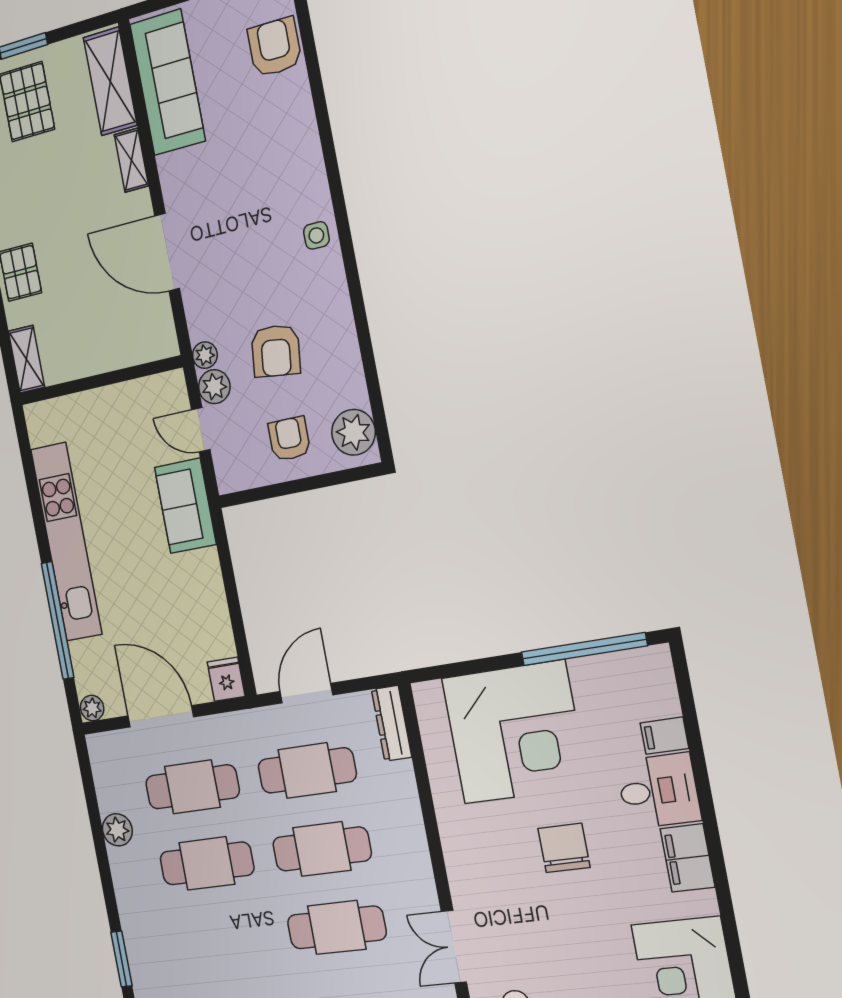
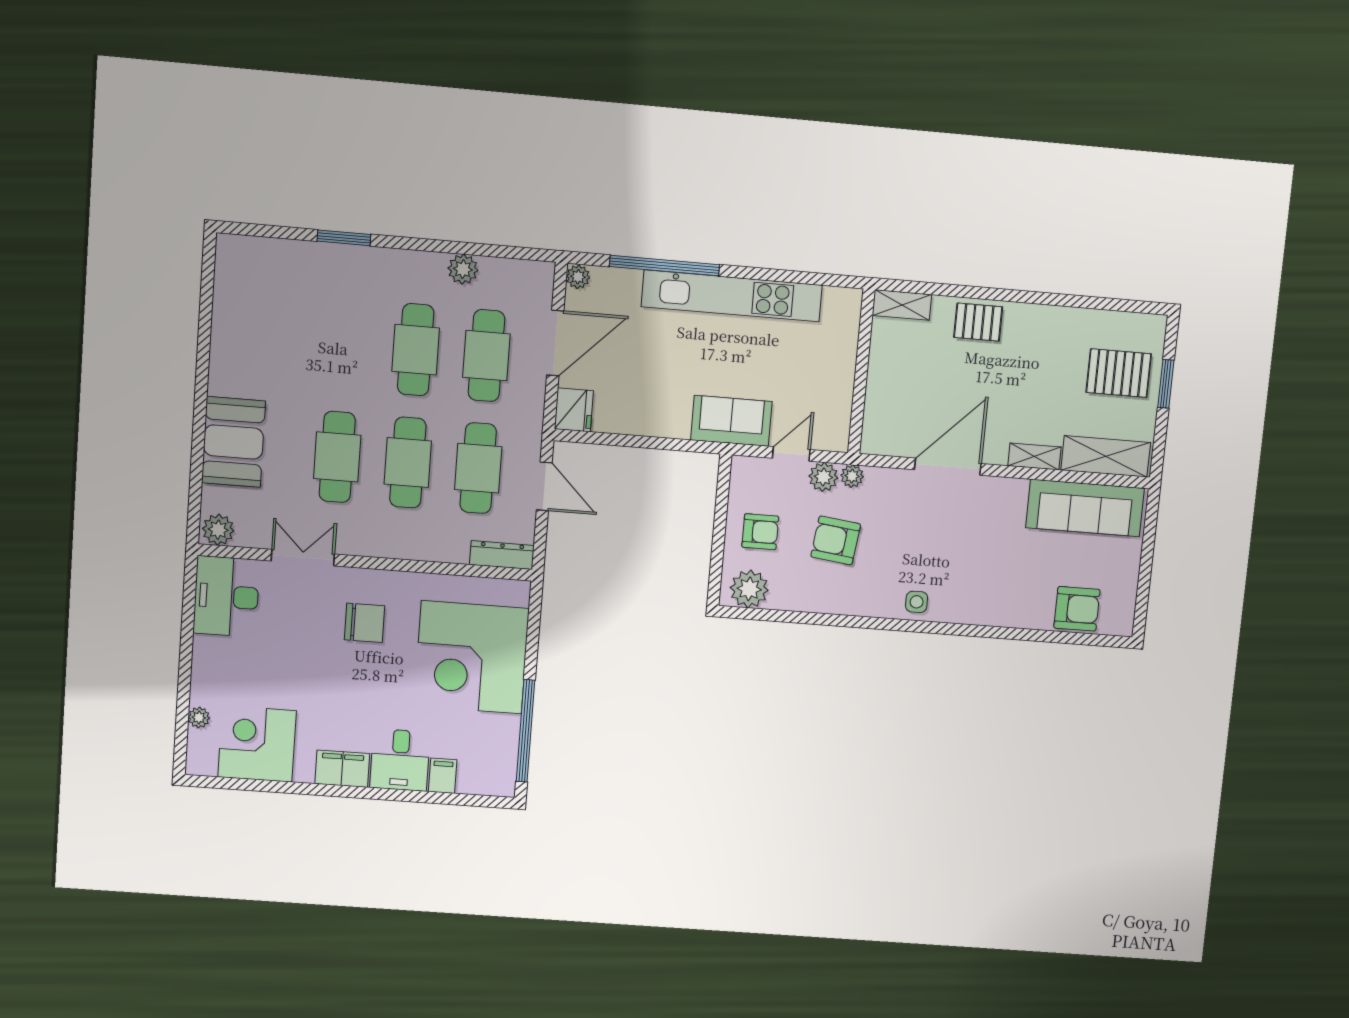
fridge: (226, 679) -> (574, 410), width x1.38
chair: (564, 848) -> (364, 623), moved

